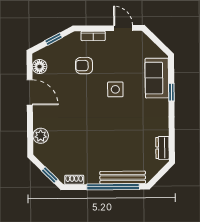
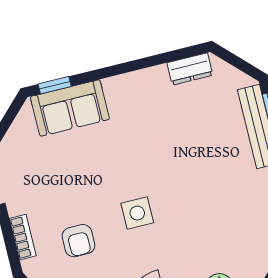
side table: (115, 89) -> (137, 213), moved
window: (171, 92) -> (55, 85), moved

